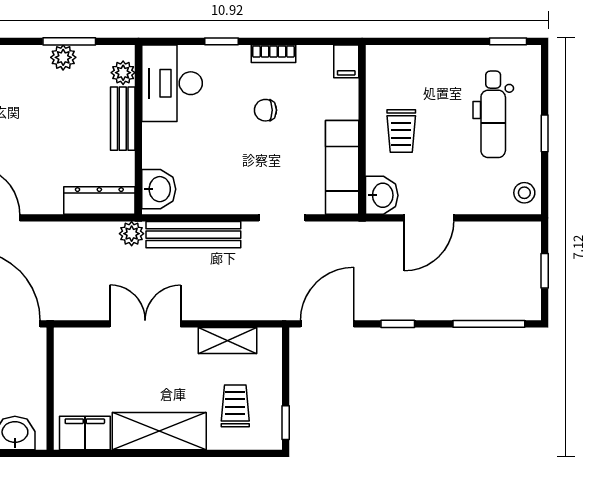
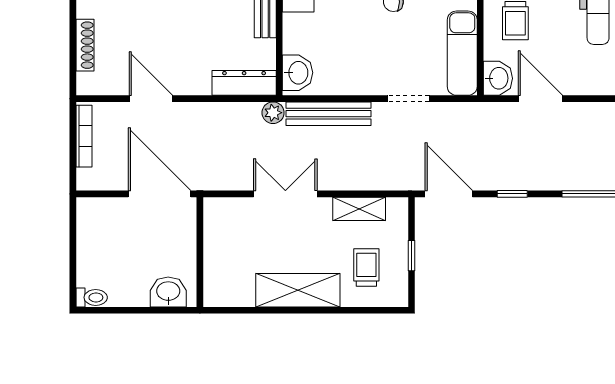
door: (429, 218) -> (540, 99), swing flipped
door: (327, 324) -> (449, 194), hinge flipped
window: (286, 423) -> (411, 256), moved
filing cabinet: (85, 433) -> (231, 292), removed

